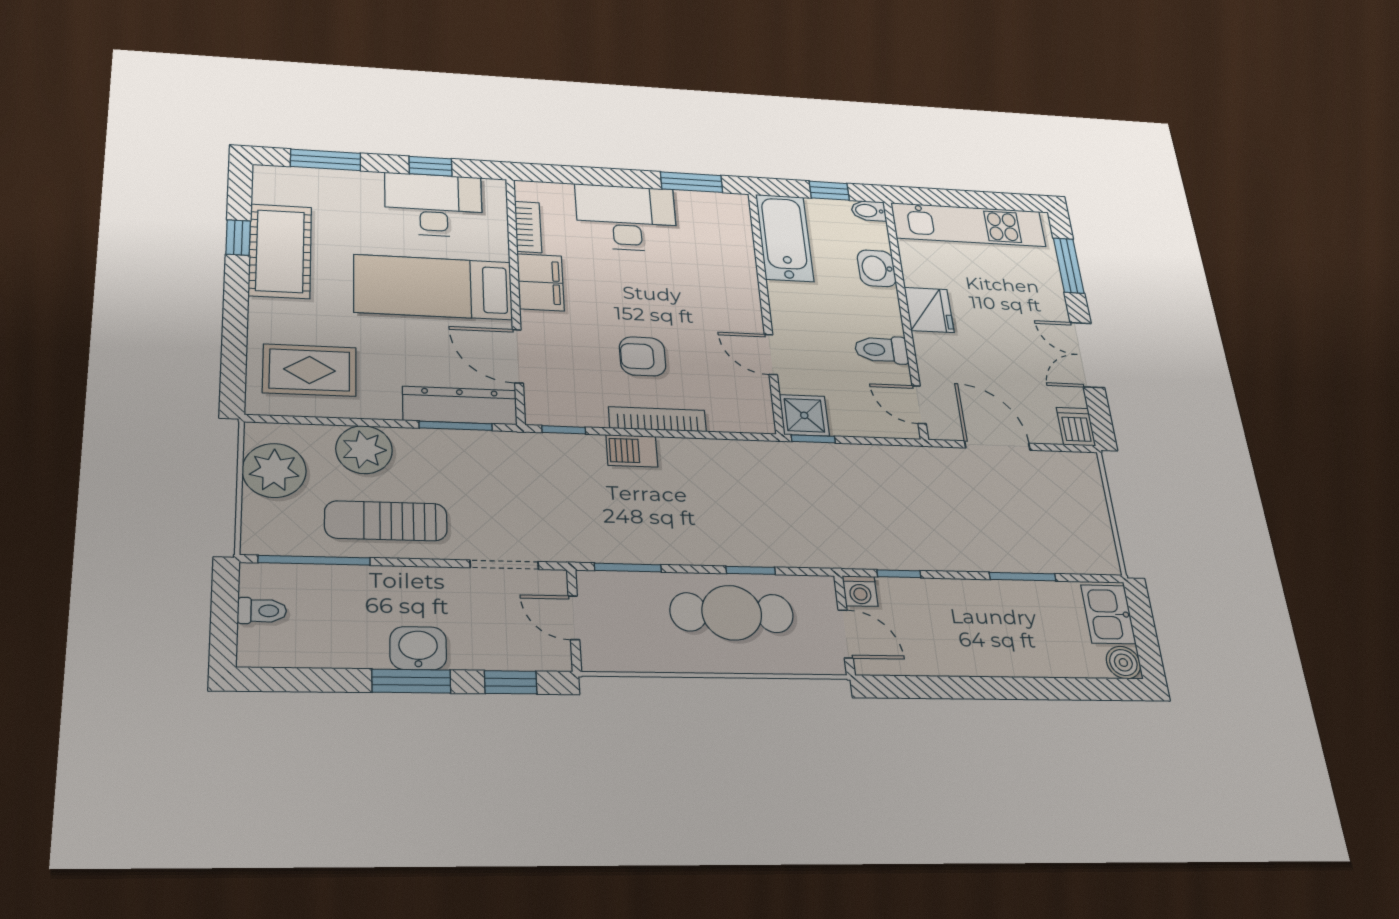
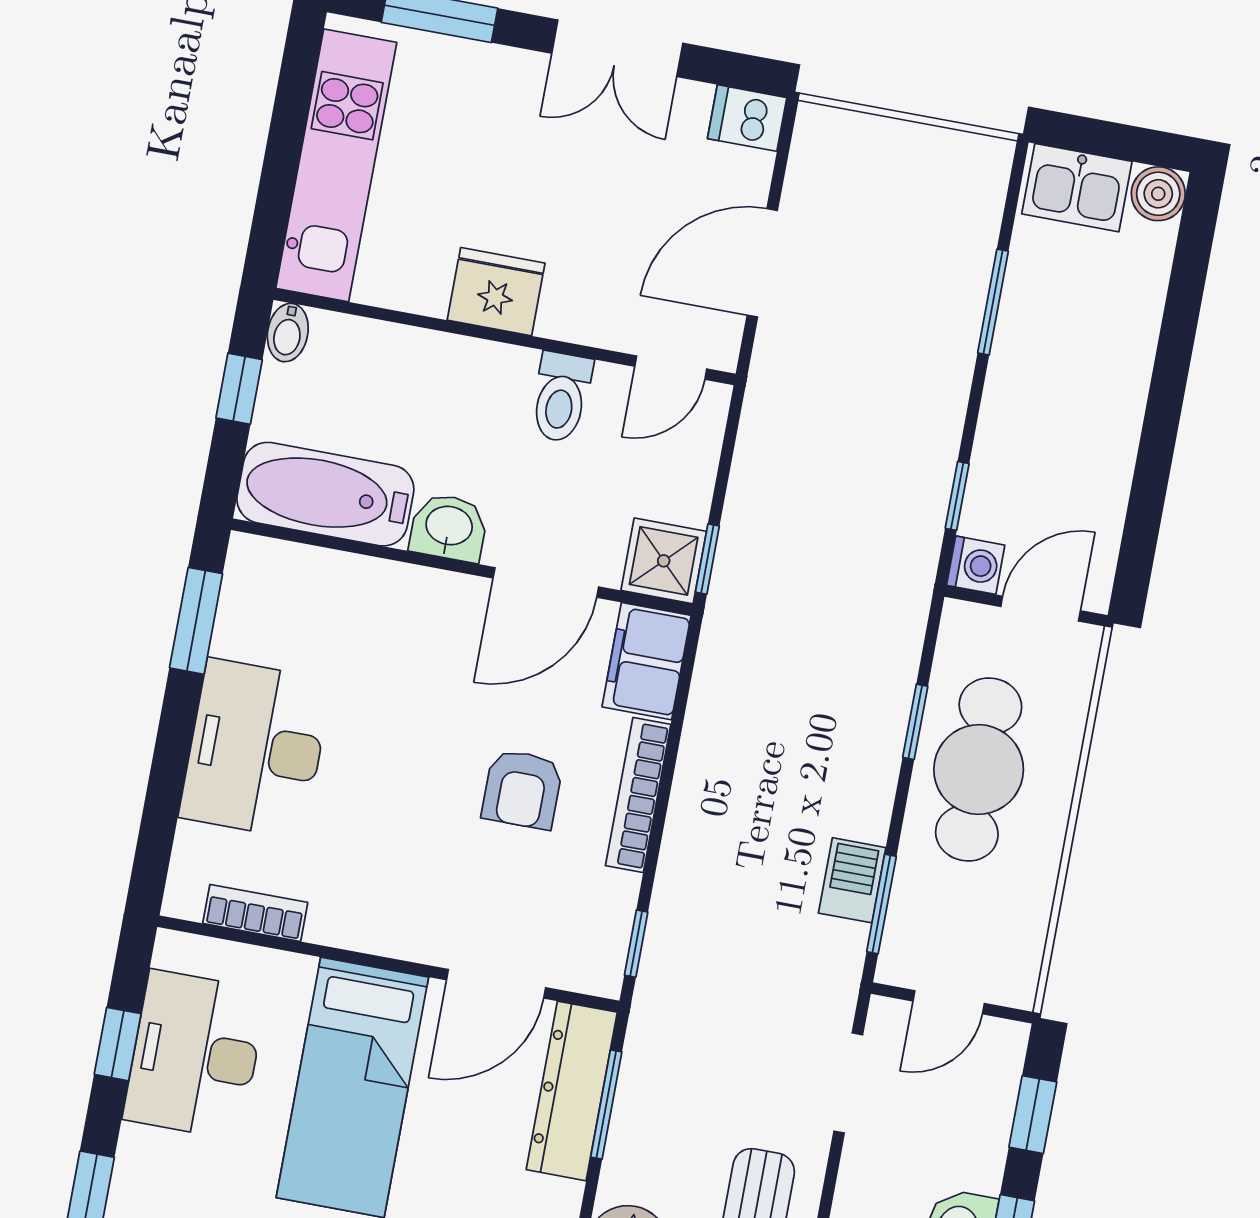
washbasin: (877, 268) -> (449, 527), moved, turned 180
filing cabinet: (541, 282) -> (646, 661), moved, turned -90
door: (771, 354) -> (546, 582), width x1.38
barbecue: (632, 451) -> (852, 880), moved, turned 180

